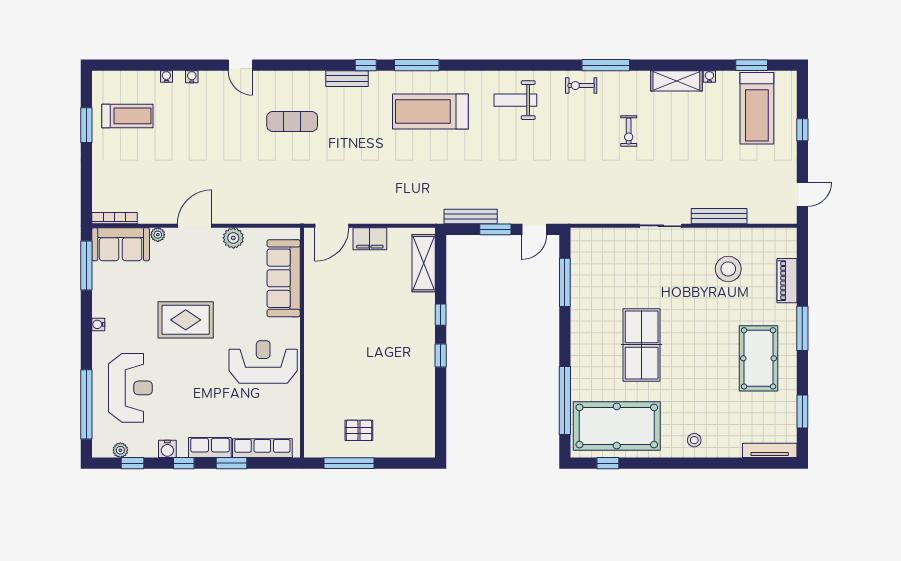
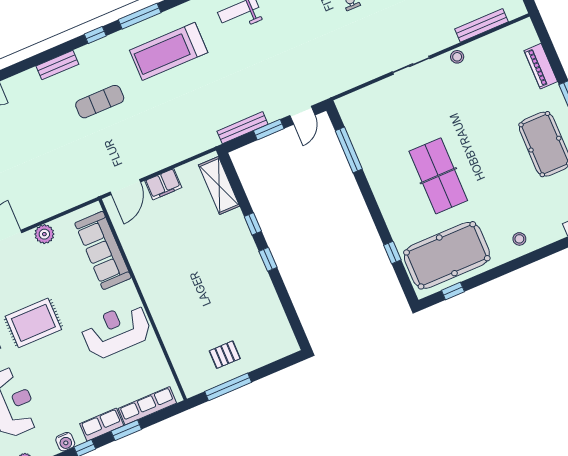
bench: (347, 79) -> (57, 65), moved
exercise mat: (292, 122) -> (100, 102), moved
bench: (719, 216) -> (481, 25), moved
stool: (728, 269) -> (457, 57), moved, width x0.53, depth x0.53
window: (565, 401) -> (392, 252), width x0.32

